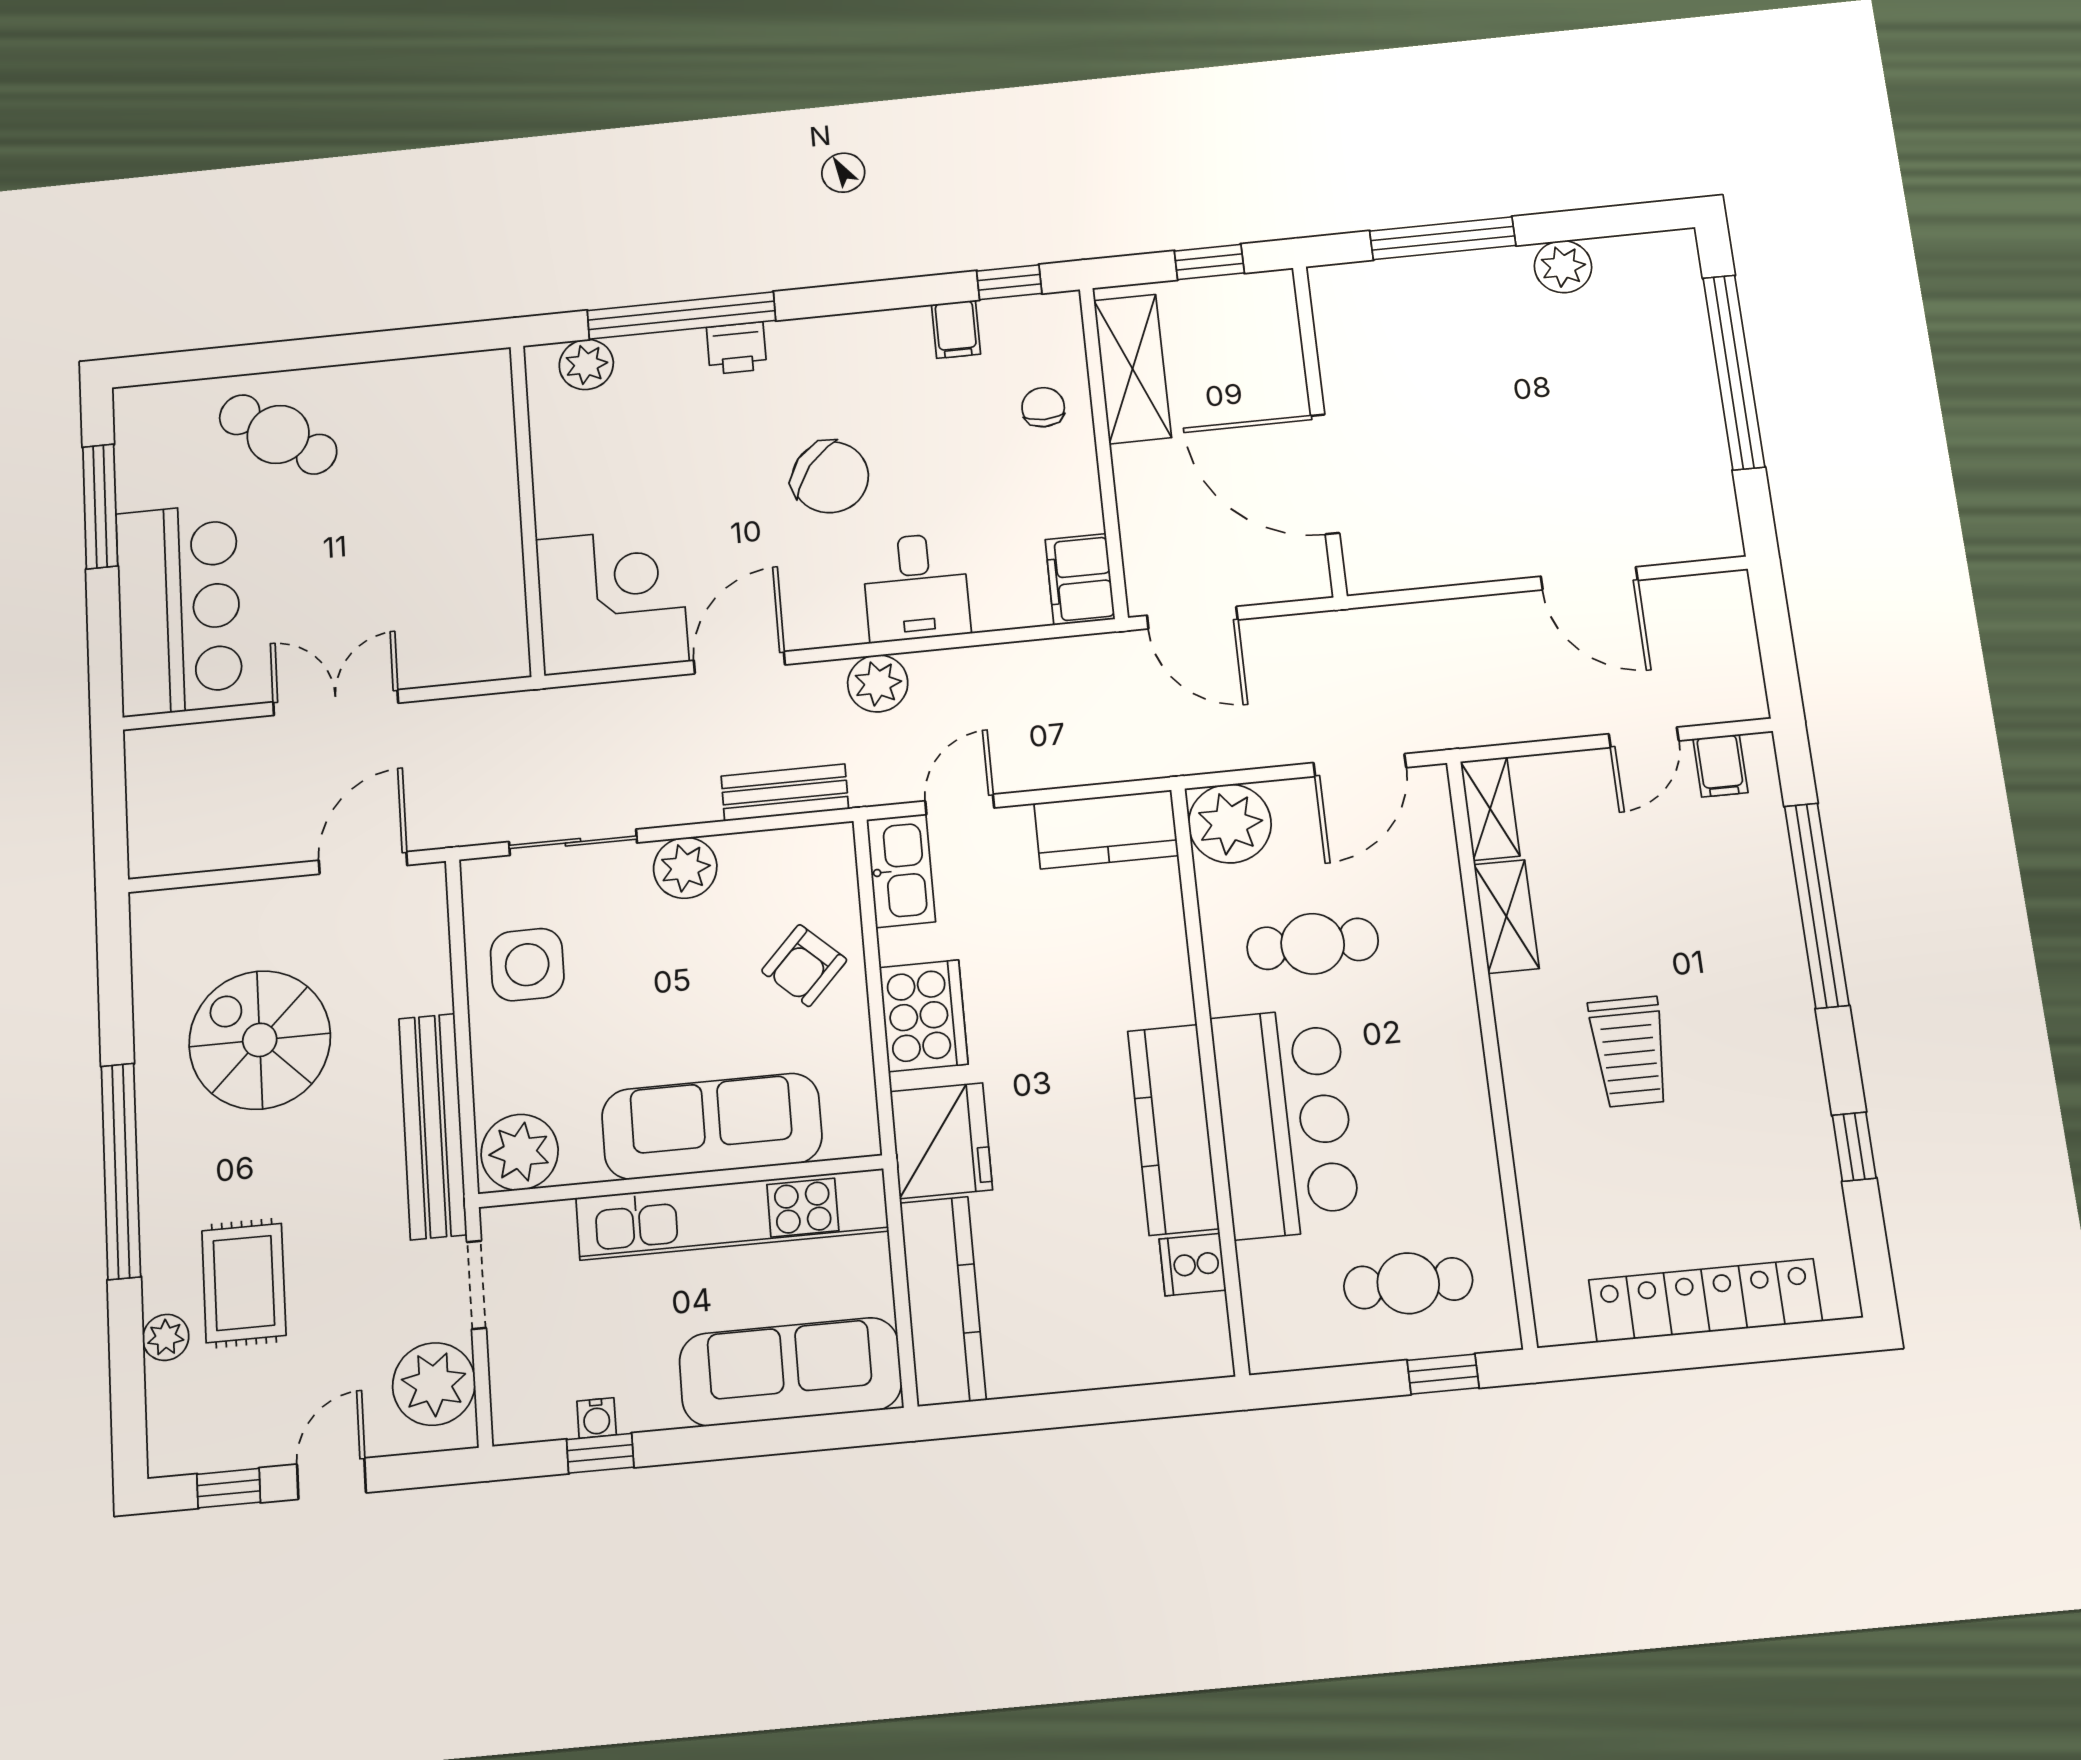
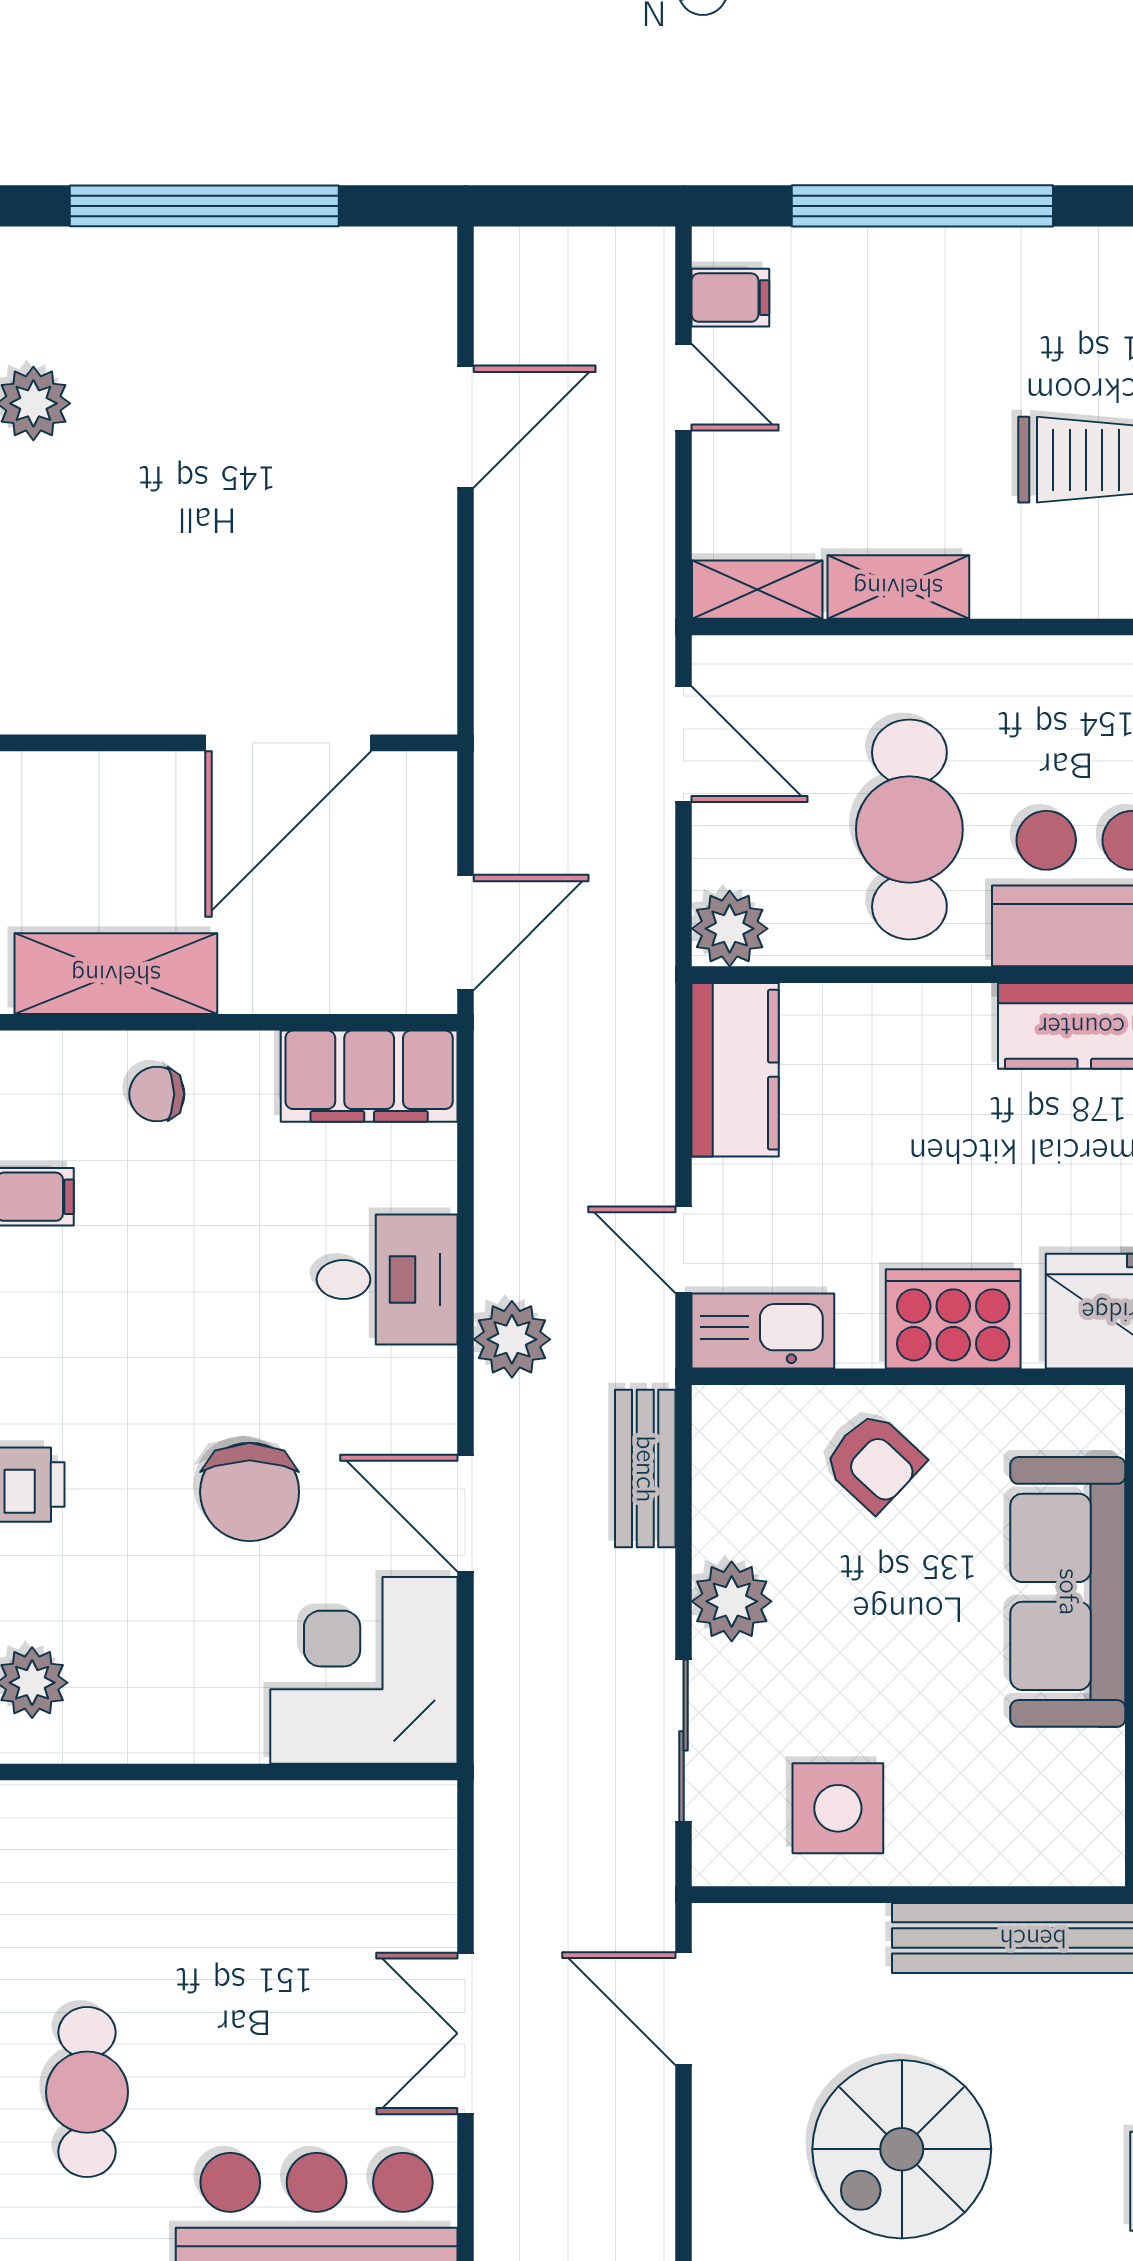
cafe table: (278, 434) -> (87, 2092), turned -34
chair: (830, 477) -> (250, 1492), moved, turned 143
filing cabinet: (1080, 579) -> (369, 1076), width x1.50, depth x1.17
plant: (1230, 824) -> (730, 929), width x0.73, depth x0.73
cafe table: (1313, 944) -> (909, 829), width x1.37, depth x1.35
plant: (520, 1152) -> (1077, 1832), removed

